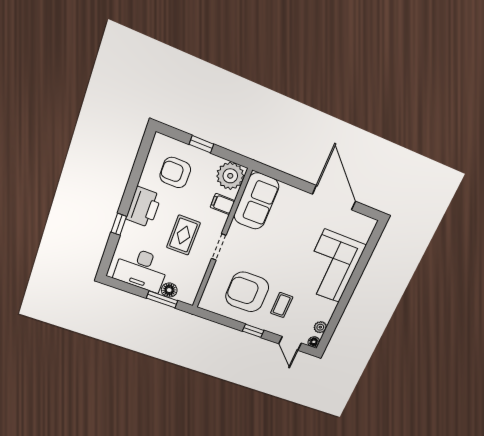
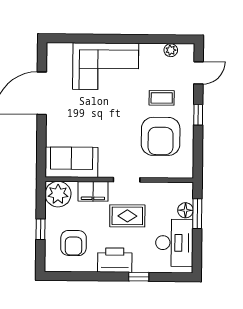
filing cabinet: (223, 204) -> (93, 191), width x2.00
floor lamp: (314, 342) -> (188, 50), removed

